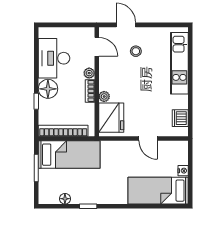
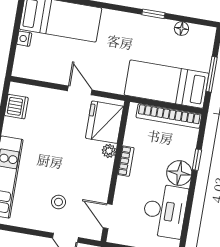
plant: (89, 73) -> (123, 184), removed
door: (148, 139) -> (80, 90), moved

